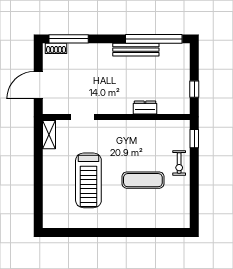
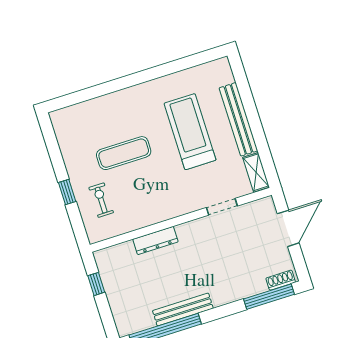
dresser: (145, 108) -> (155, 240), width x1.44
window: (194, 139) -> (67, 192), moved
exercise bike: (179, 163) -> (101, 200), moved
bench: (50, 178) -> (238, 119), added

